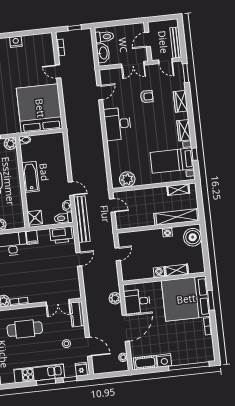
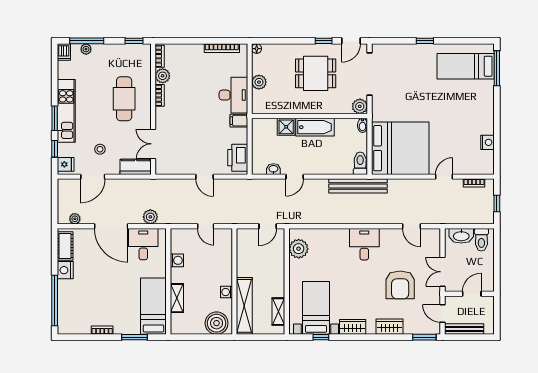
door: (148, 40) -> (472, 294), hinge flipped
nightstand: (16, 42) -> (488, 142), moved
door: (165, 61) -> (443, 313), hinge flipped
armchair: (147, 97) -> (400, 285), width x1.88, depth x1.88
desk: (118, 124) -> (364, 244), width x0.73
shower: (35, 218) -> (286, 127), moved
toilet: (64, 218) -> (360, 163), moved
bench: (82, 219) -> (358, 186), moved
washing machine: (159, 272) -> (177, 260), moved
bed: (186, 299) -> (153, 306), width x0.49

